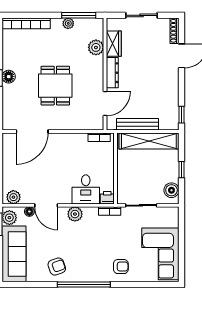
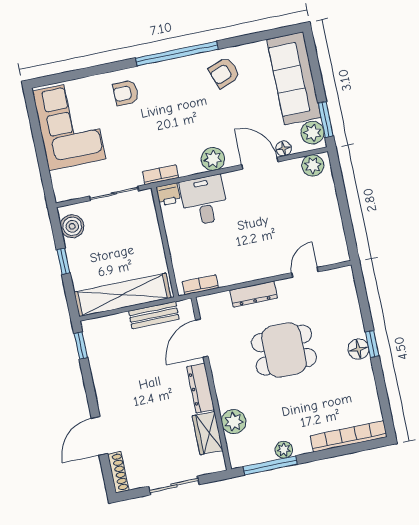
dining table: (55, 86) -> (284, 350), turned 90
dresser: (67, 124) -> (254, 294), added
bench: (138, 124) -> (154, 315), width x0.73
door: (32, 131) -> (305, 272), width x0.53

